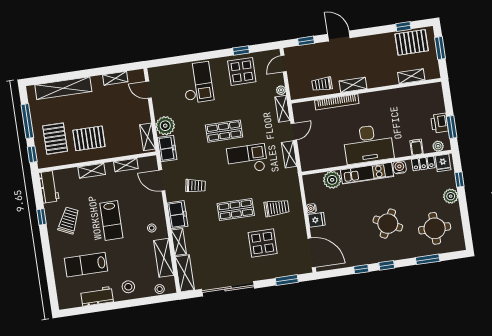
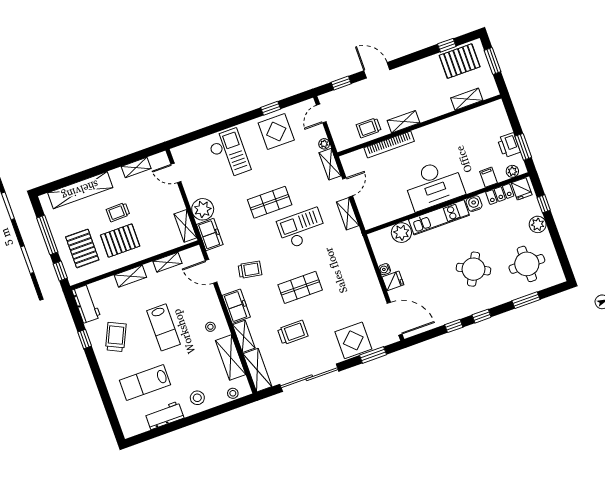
trolley: (92, 114) -> (118, 212), added
trolley: (277, 208) -> (293, 332), moved
display table: (263, 243) -> (353, 340), moved

